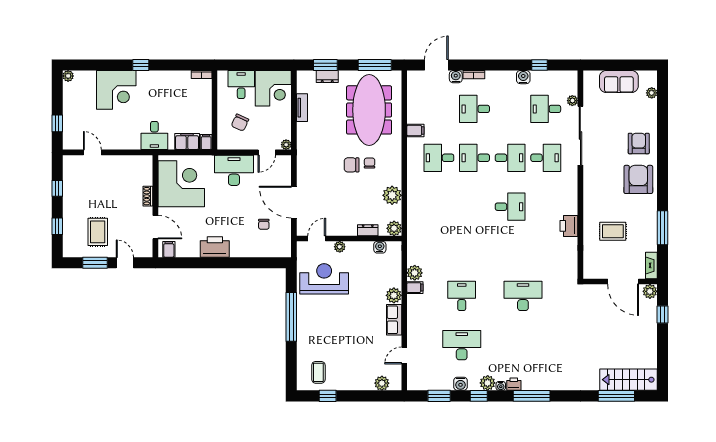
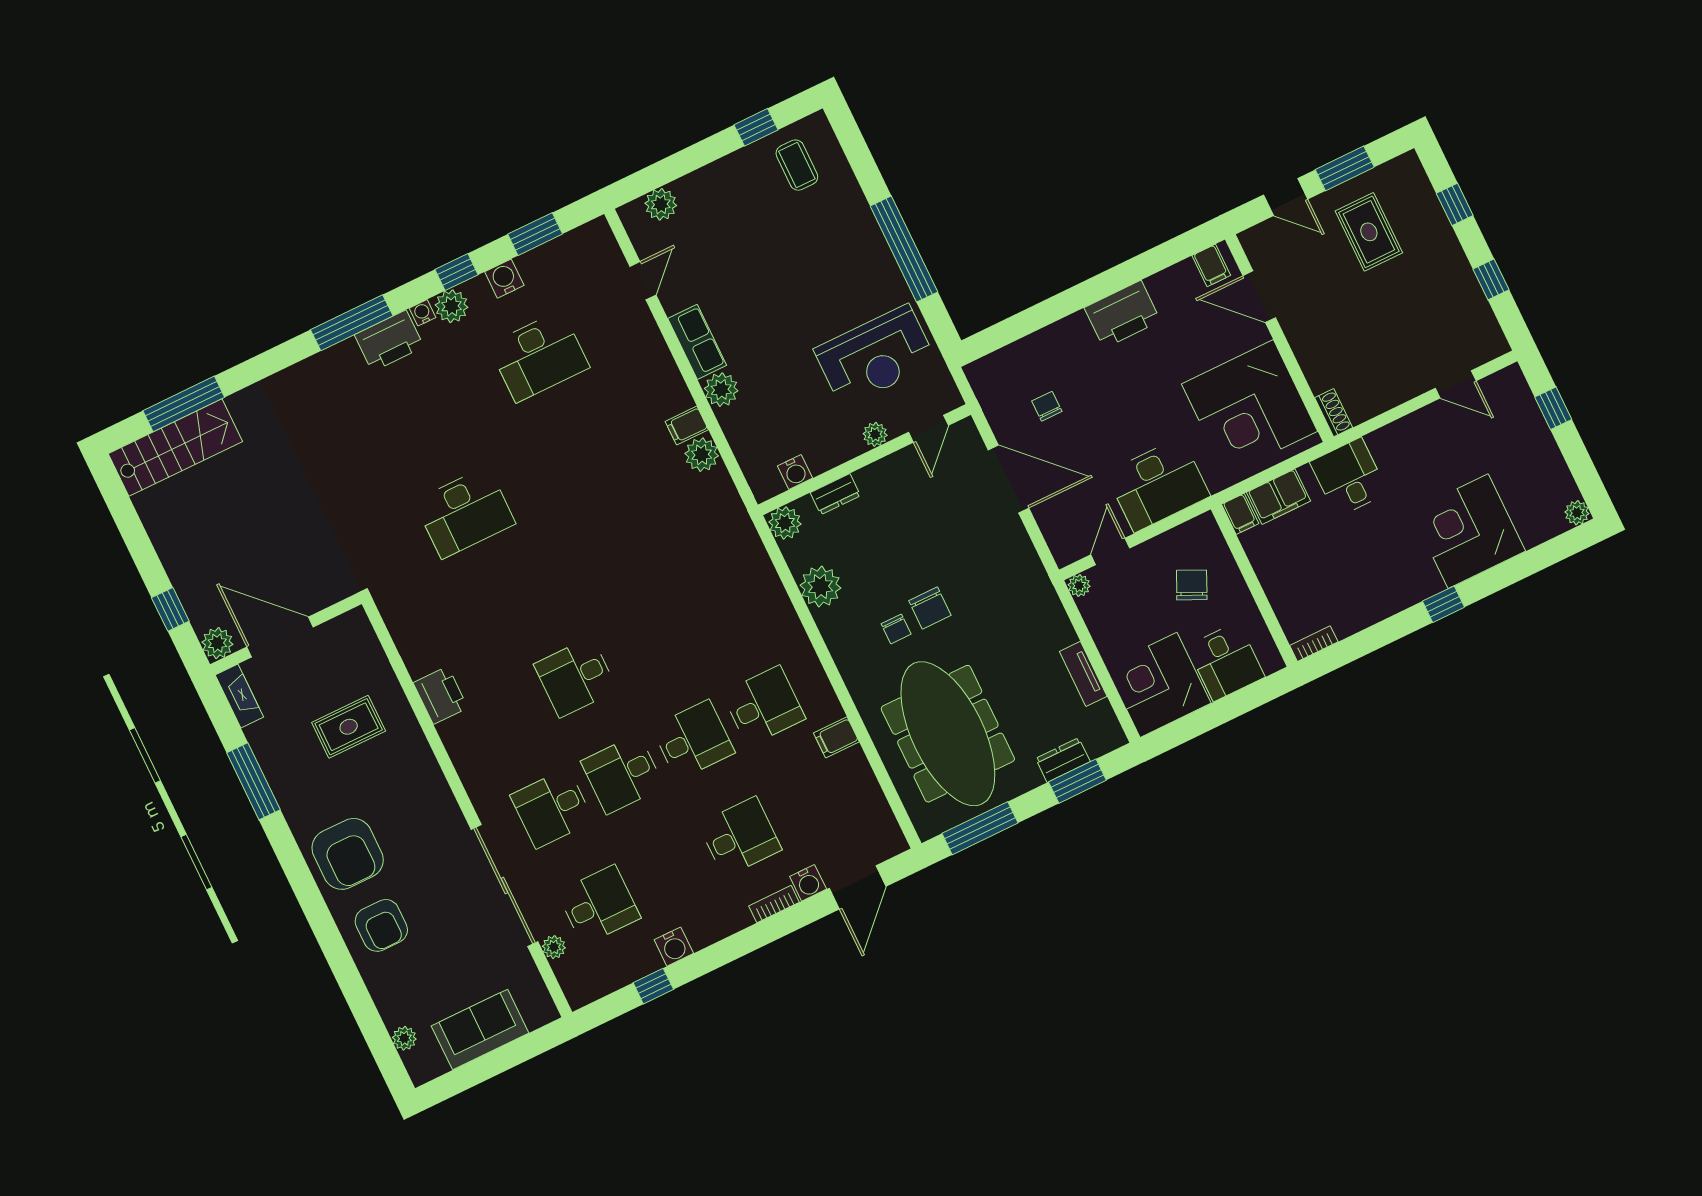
chair: (352, 165) -> (930, 608), turned 90
shoe rack: (148, 196) -> (1334, 413), moved
desk: (462, 296) -> (586, 454), removed
printer: (514, 384) -> (389, 341), width x1.87, depth x1.48

